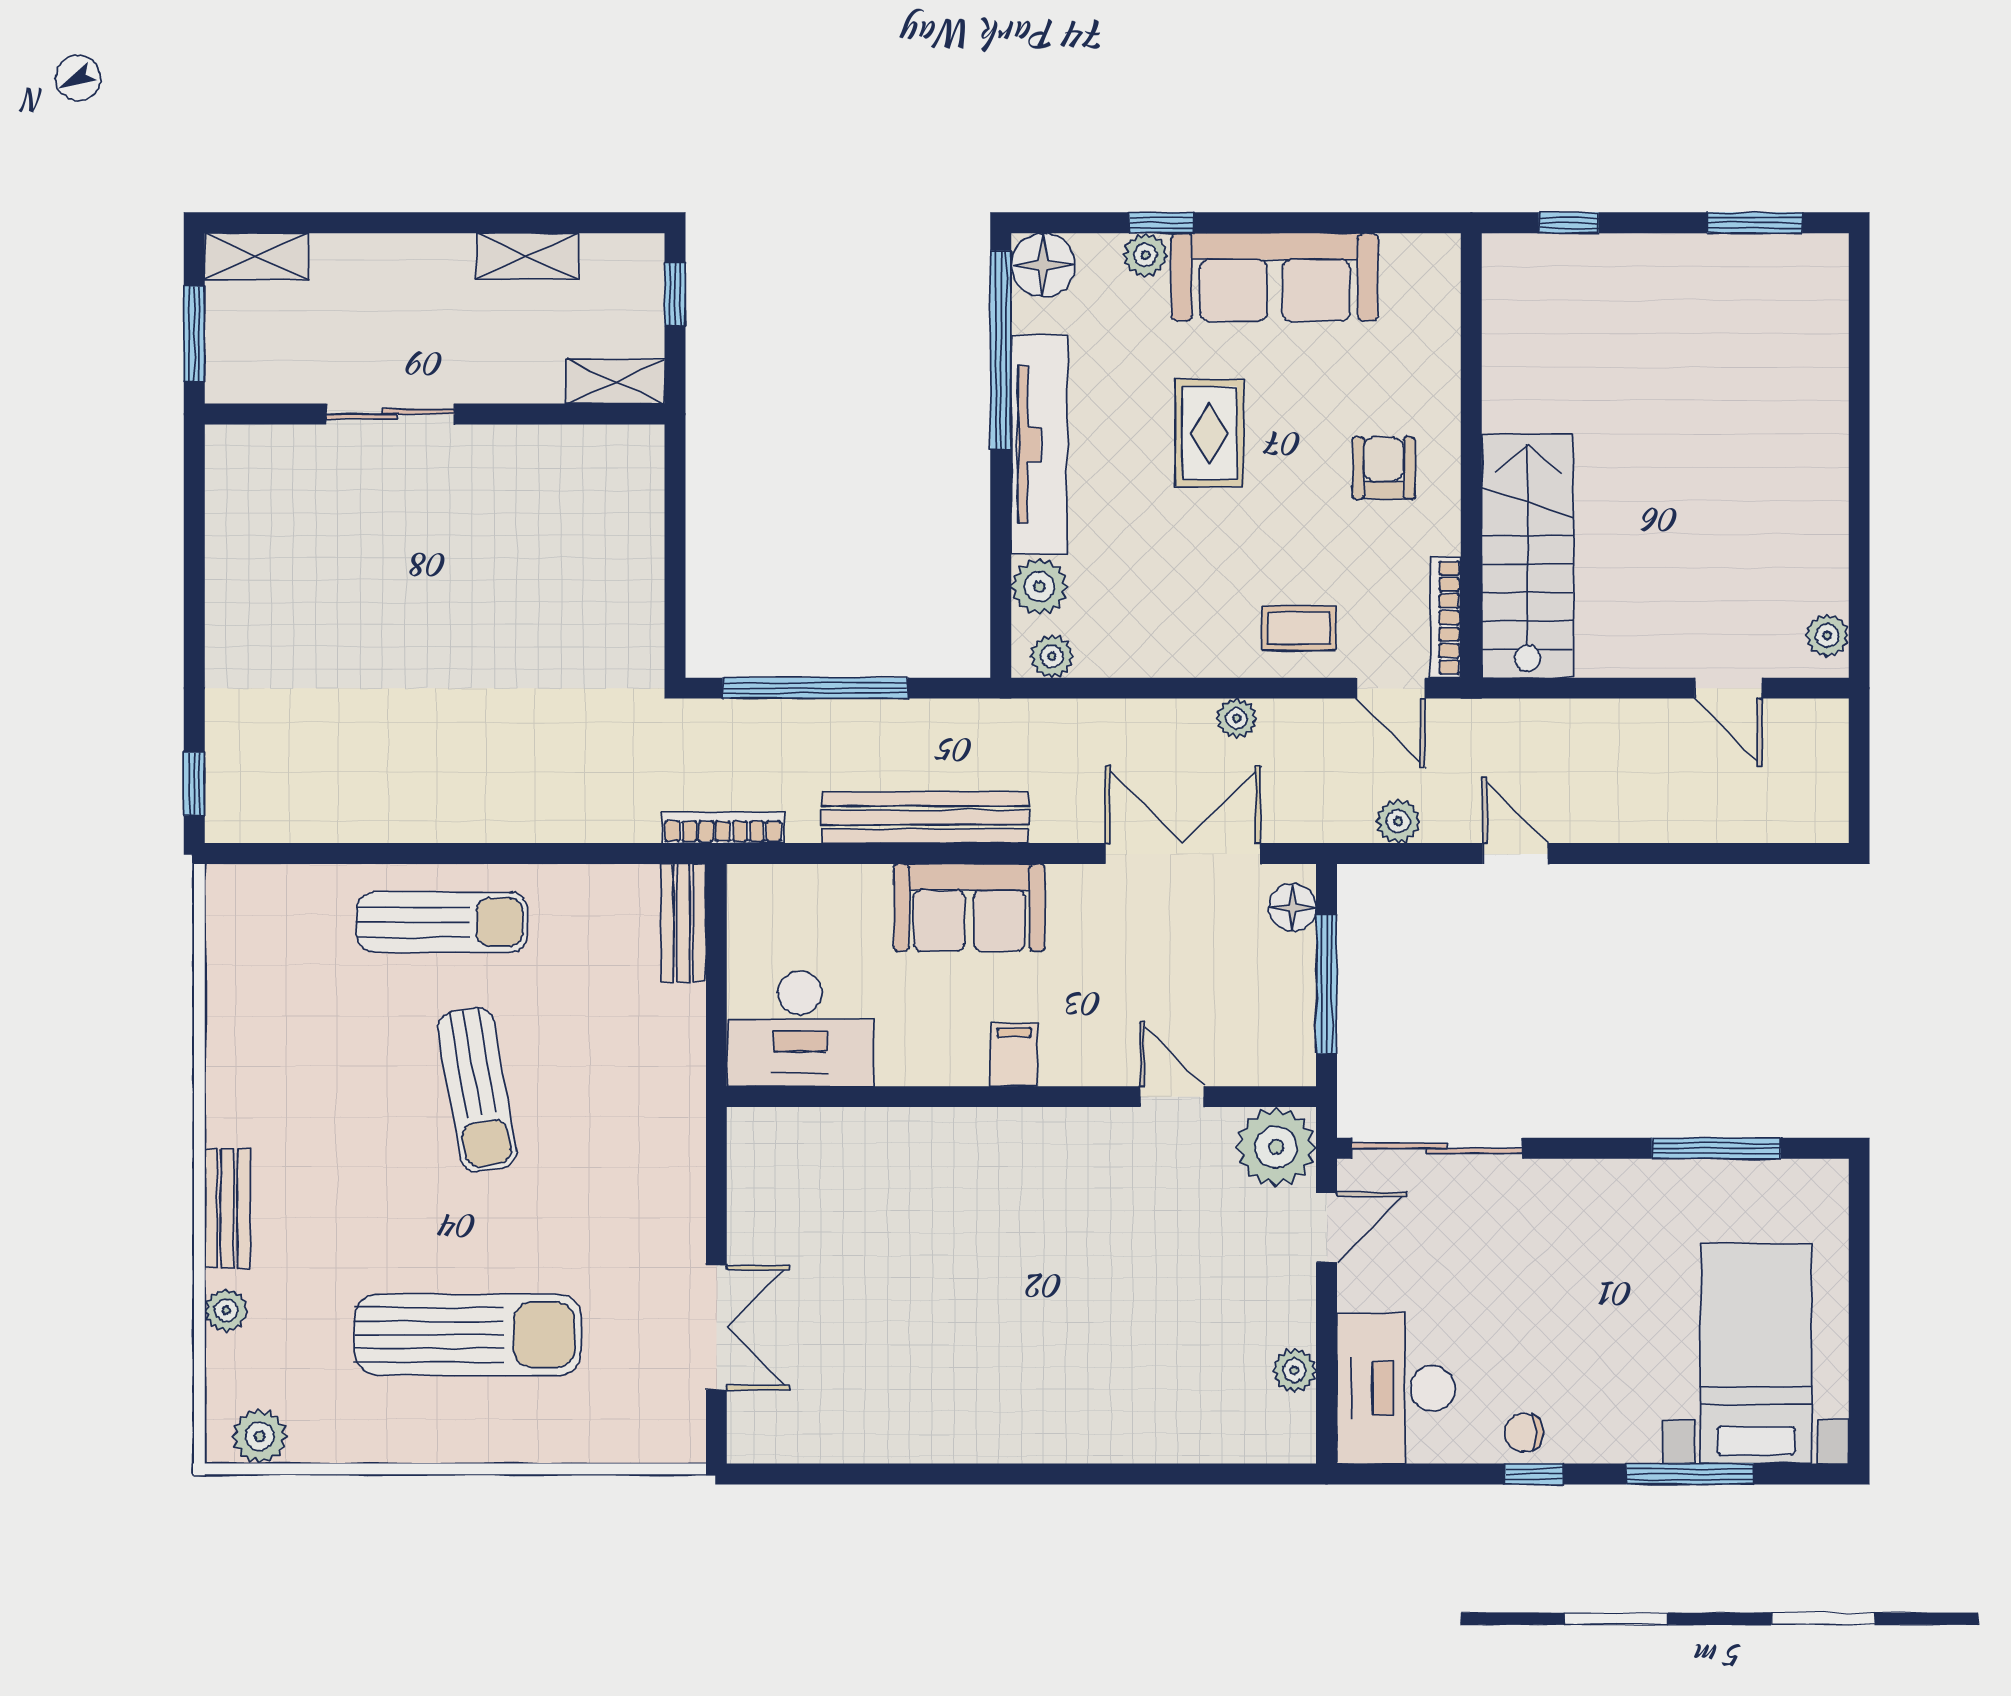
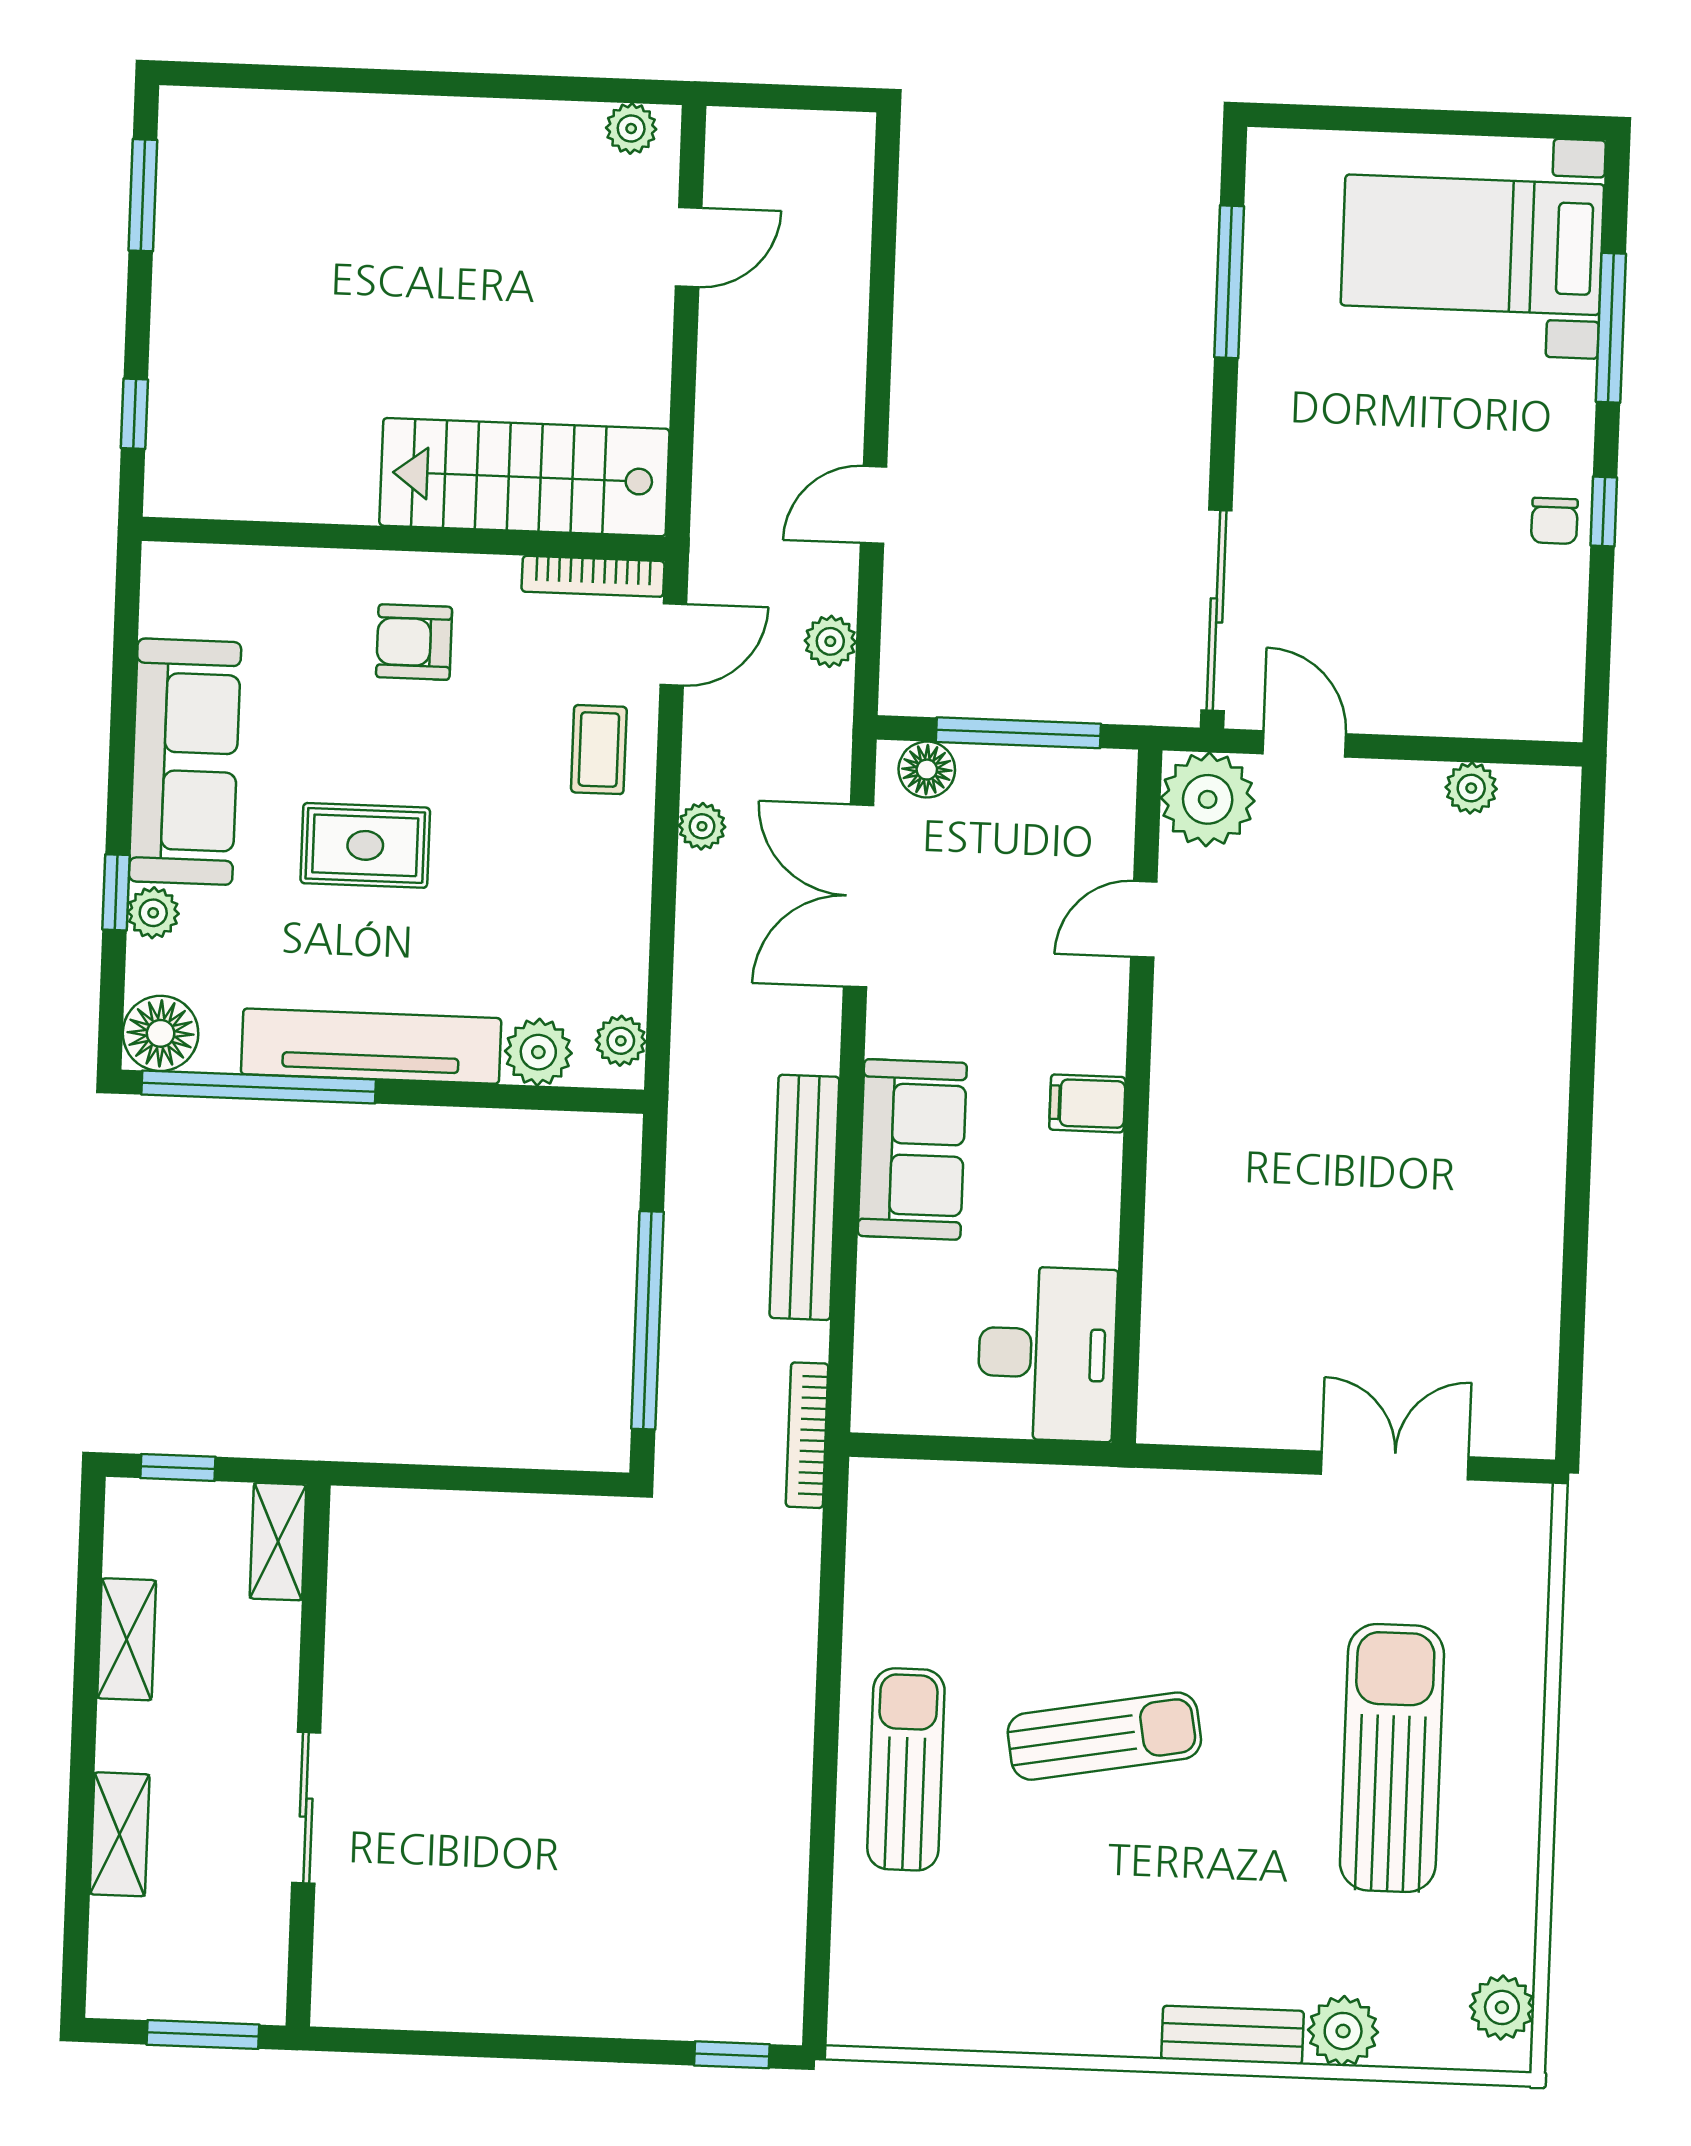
shelving: (257, 257) -> (120, 1834), moved
bench: (684, 923) -> (918, 1486), removed
plant: (226, 1310) -> (1343, 2031), width x1.38, depth x1.38
desk: (1396, 1388) -> (1497, 669), removed

